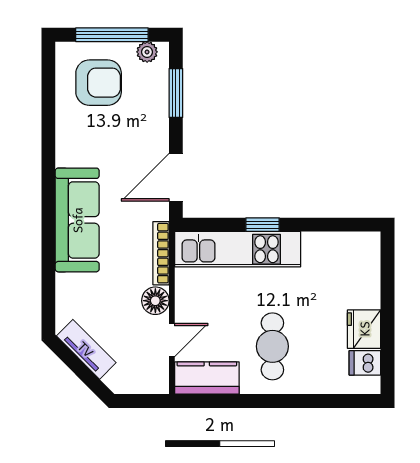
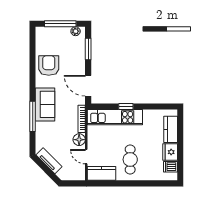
armchair: (99, 83) -> (49, 66), moved, turned -90
door: (176, 177) -> (88, 86), hinge flipped
sofa: (77, 220) -> (45, 104), width x0.73
window: (48, 247) -> (33, 116), added
kitchen counter: (365, 277) -> (171, 129), added
door: (172, 340) -> (86, 157), swing flipped

